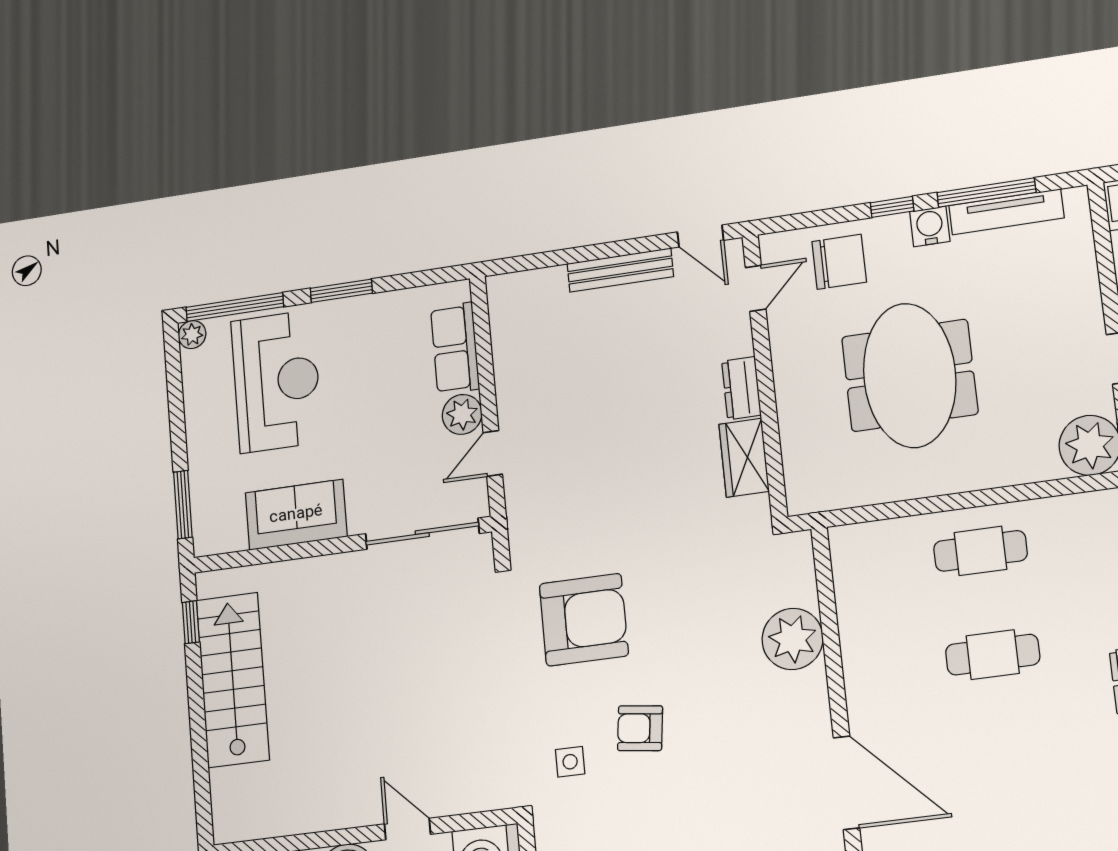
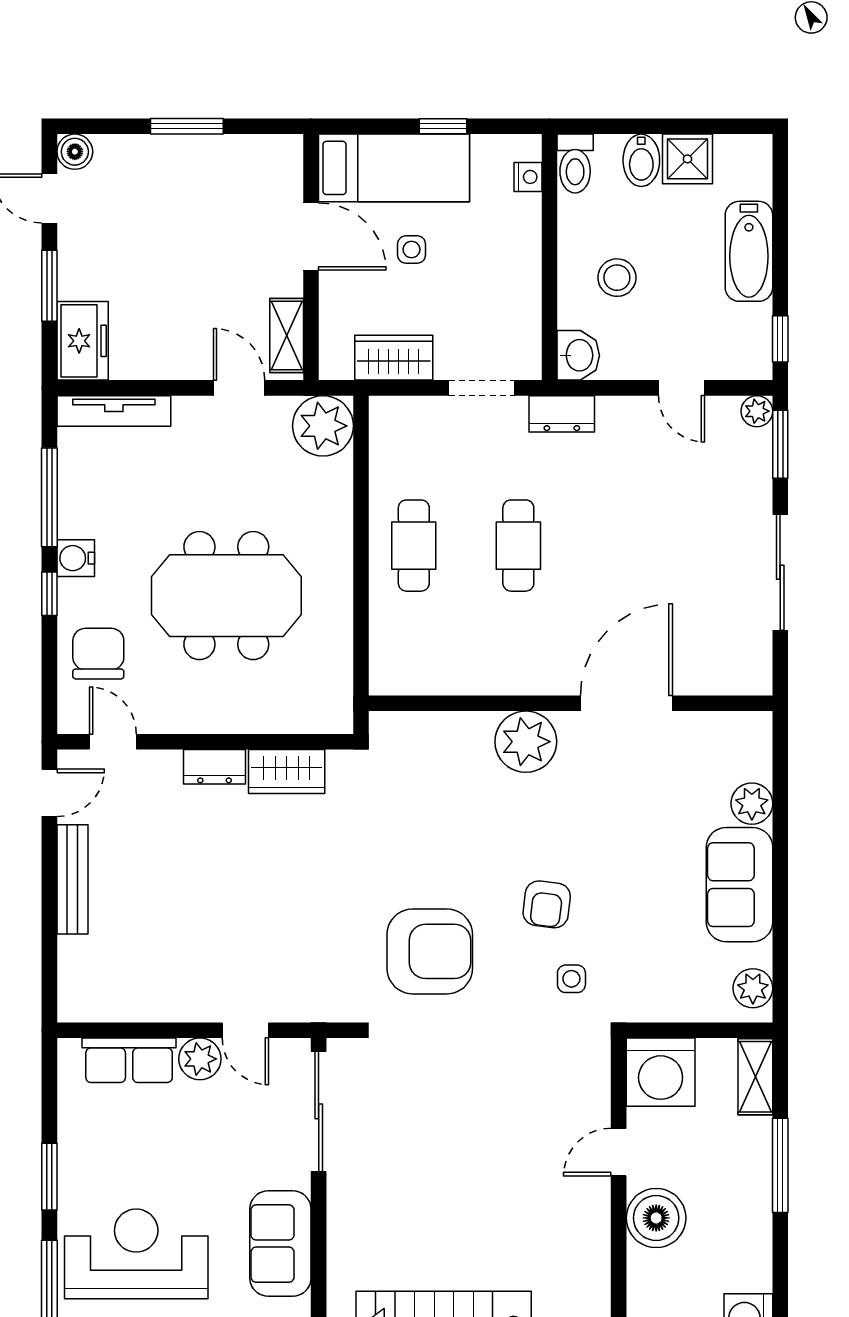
tv unit: (1006, 212) -> (114, 411), moved, turned 90
armchair: (584, 620) -> (430, 951), turned 90
plant: (793, 639) -> (526, 742), moved

